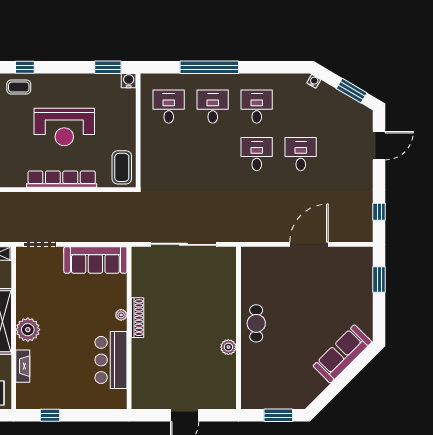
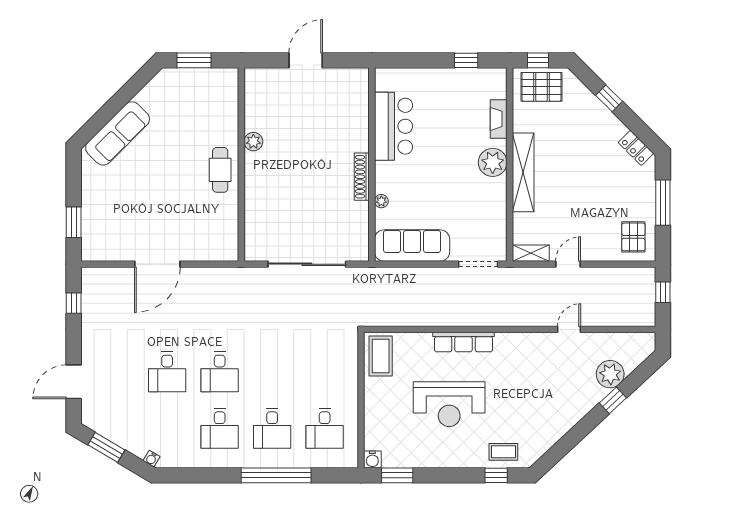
reception desk: (64, 127) -> (449, 404), turned 180
row of seats: (62, 179) -> (464, 342), width x0.73
plant: (121, 315) -> (381, 201), moved

